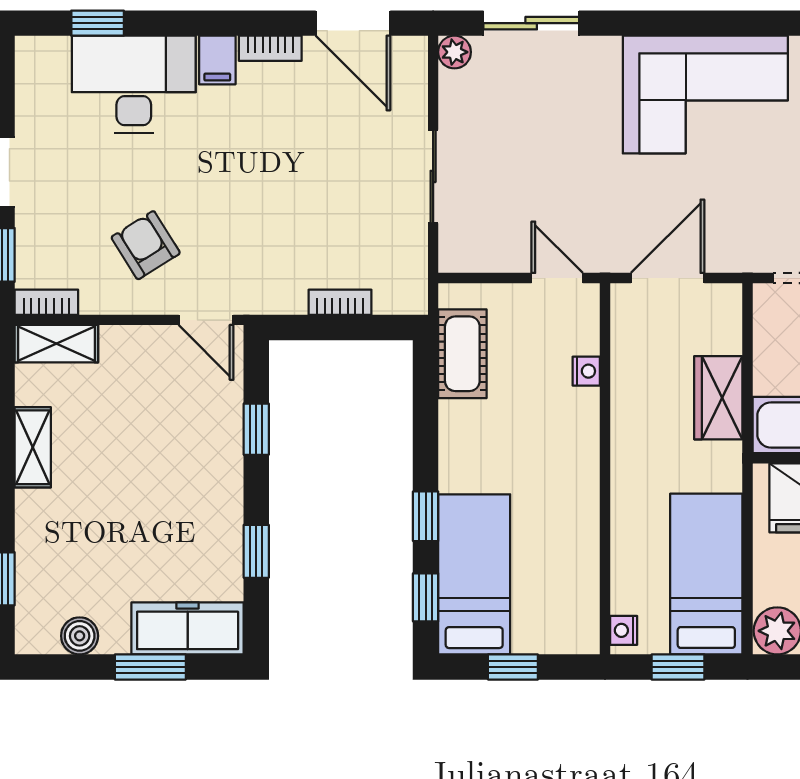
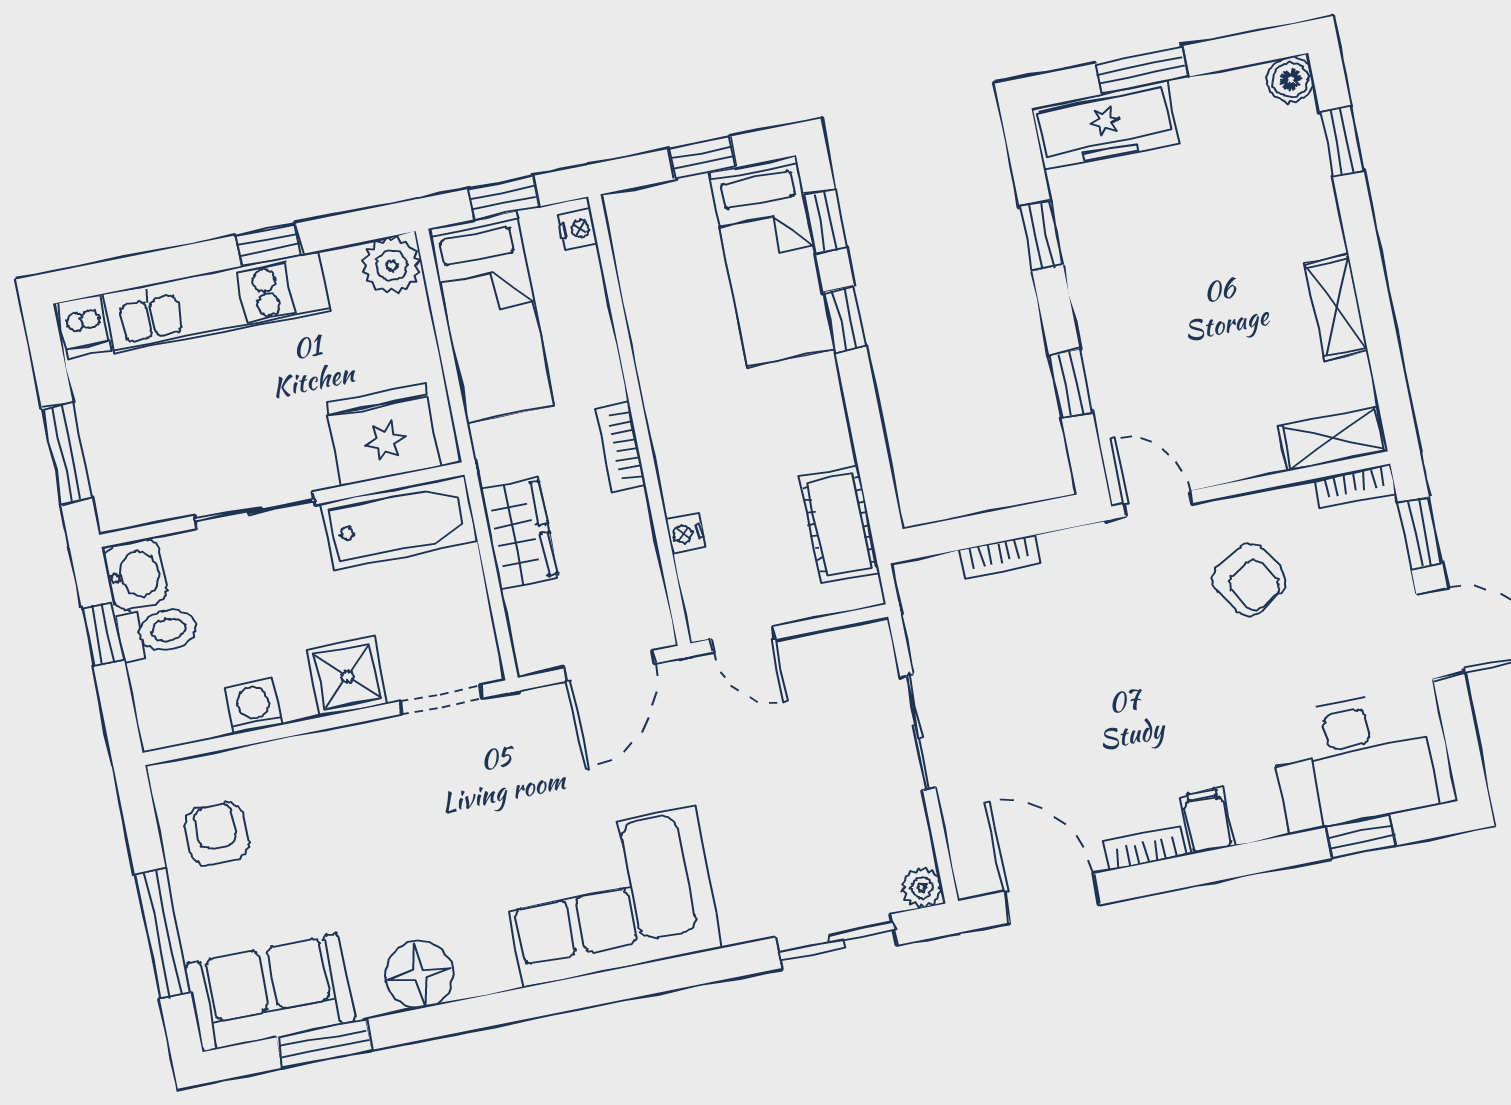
desk: (134, 84) -> (1353, 761), moved
bookcase: (624, 451) -> (621, 447), added
boiler: (80, 636) -> (1290, 80), moved

